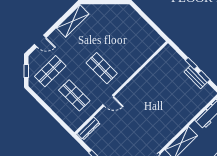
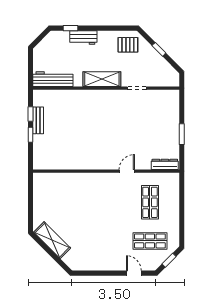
shelving: (73, 21) -> (52, 240), moved, turned 45
shop shelf: (102, 68) -> (106, 202), removed
door: (108, 101) -> (127, 171), hinge flipped

